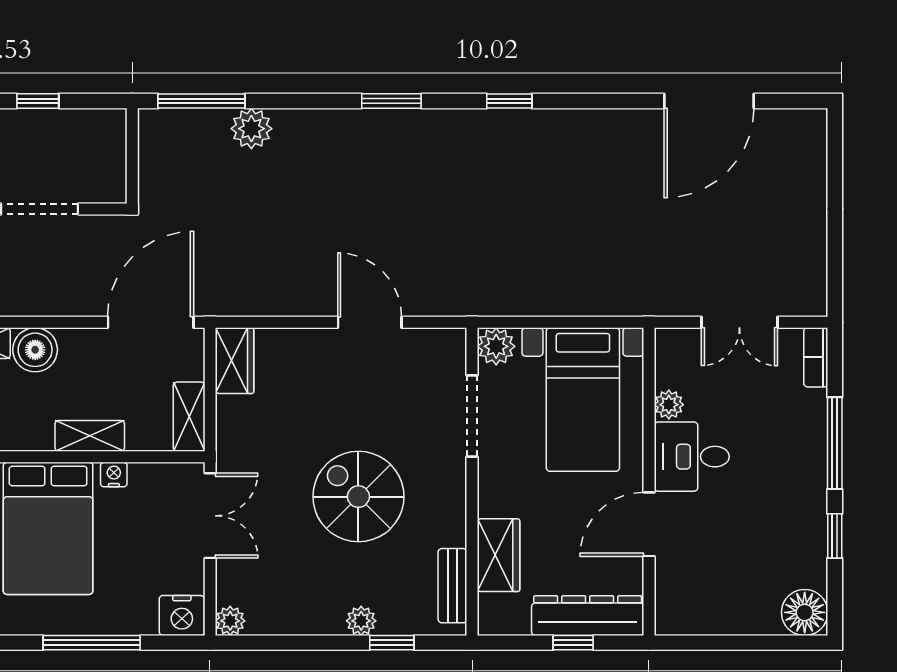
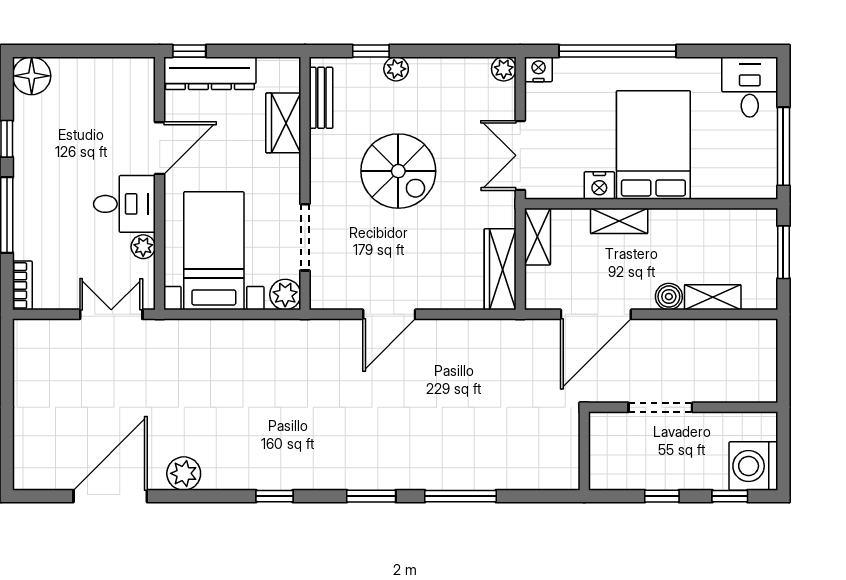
window: (201, 101) -> (460, 496), moved
plant: (251, 129) -> (184, 473), moved
door: (151, 322) -> (596, 314), moved
door: (370, 322) -> (389, 314), hinge flipped
double door: (739, 322) -> (111, 314), moved
boiler: (35, 350) -> (669, 297), width x0.73, depth x0.73
wardrobe: (235, 361) -> (500, 269), width x1.50
nightstand: (114, 475) -> (599, 186), width x1.39, depth x1.35
nightstand: (182, 615) -> (539, 69), width x0.74, depth x0.75
window: (92, 643) -> (618, 51), width x1.46
window: (573, 643) -> (189, 51), moved

